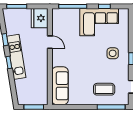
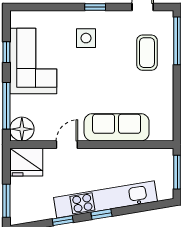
floor lamp: (59, 15) -> (22, 129), added
kitchen unit: (16, 57) -> (106, 199), width x1.36
sofa: (60, 86) -> (117, 127), moved

